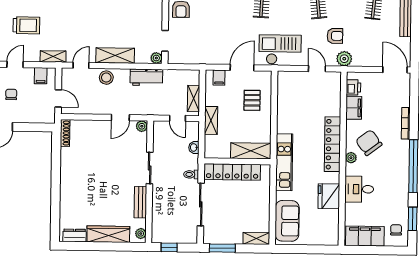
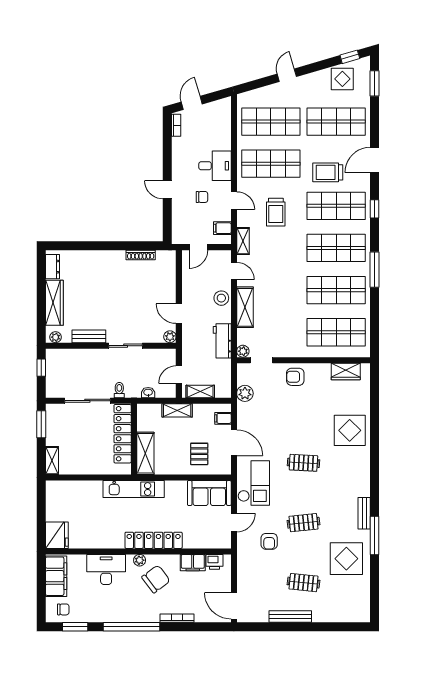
plant: (344, 59) -> (245, 393), moved
door: (395, 70) -> (234, 606), swing flipped
pallet: (252, 100) -> (199, 454), turned 90
shoe rack: (65, 133) -> (141, 255), moved
desk: (359, 189) -> (106, 569), width x1.37
fridge: (329, 196) -> (57, 535), moved, turned 90
sofa: (287, 221) -> (209, 493), moved

